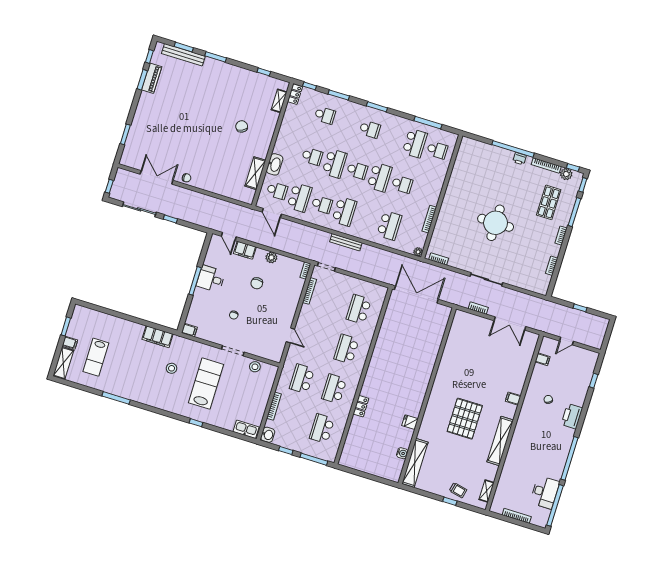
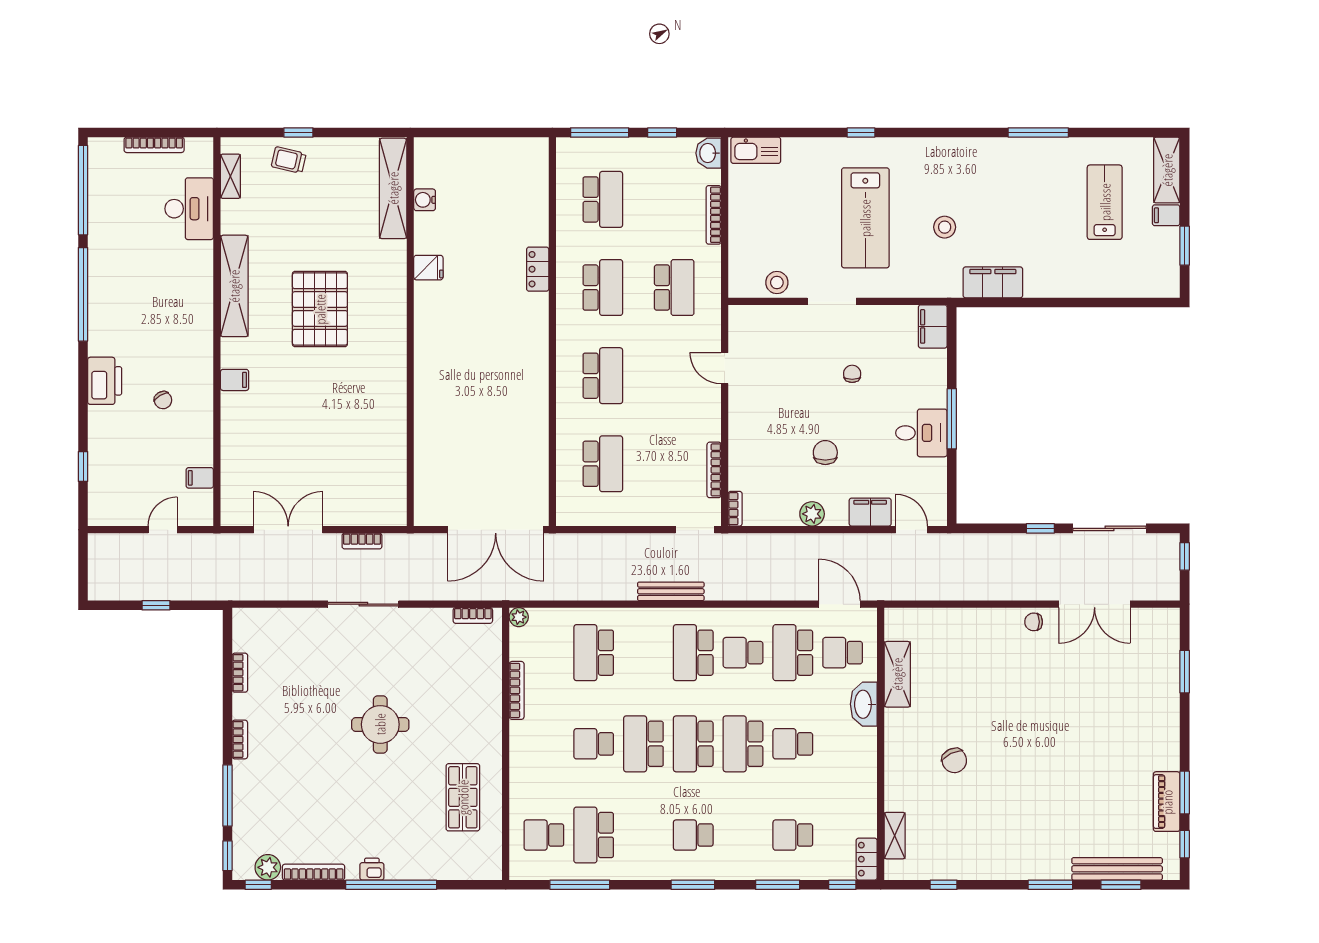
school desk: (357, 170) -> (693, 744), width x1.85
shop shelf: (549, 202) -> (463, 797), moved
round table: (496, 223) -> (380, 724), width x0.73, depth x0.73
filing cabinet: (189, 330) -> (933, 326), width x2.00
desk: (545, 492) -> (189, 209), moved, turned 180

